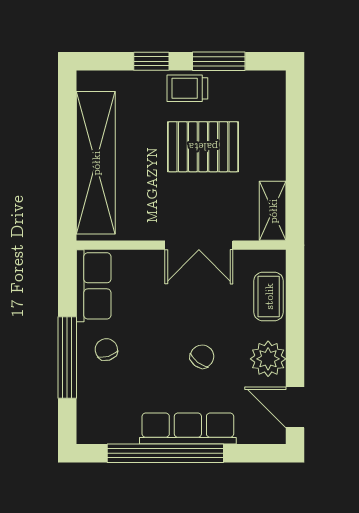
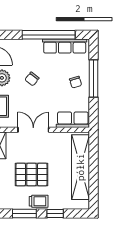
row of seats: (94, 286) -> (73, 120), moved, turned 90
row of seats: (188, 429) -> (65, 46), moved

